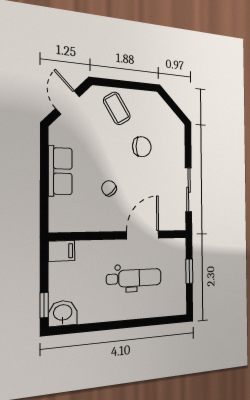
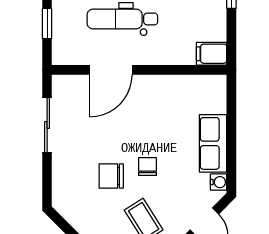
water cooler: (55, 137) -> (219, 182), added
chair: (109, 188) -> (147, 167), moved, turned -138

